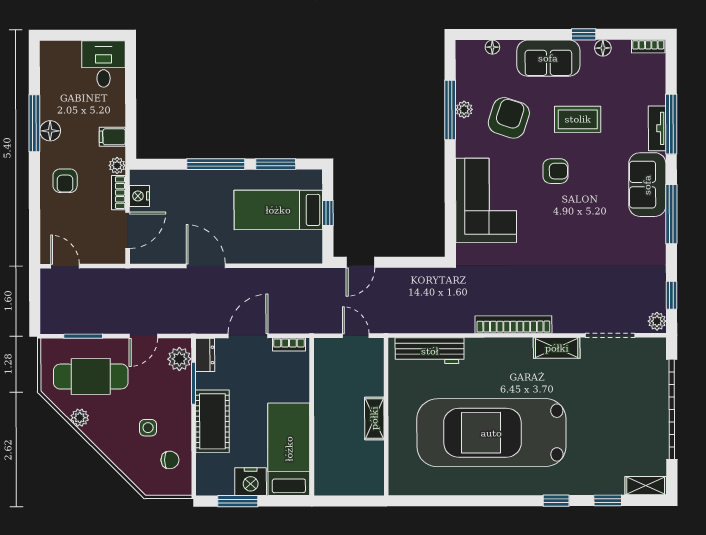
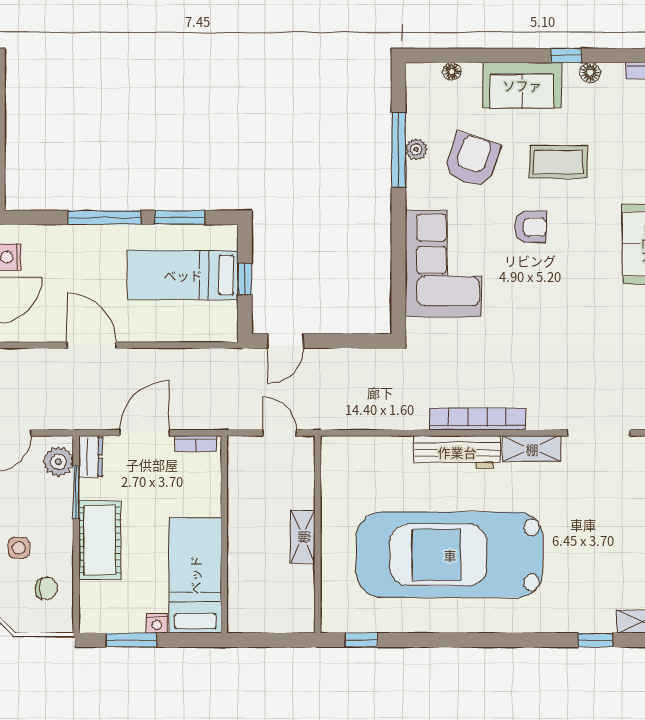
workbench: (430, 351) -> (457, 452), moved
nightstand: (251, 482) -> (157, 623), width x0.53, depth x0.56
window: (556, 501) -> (362, 640), moved

